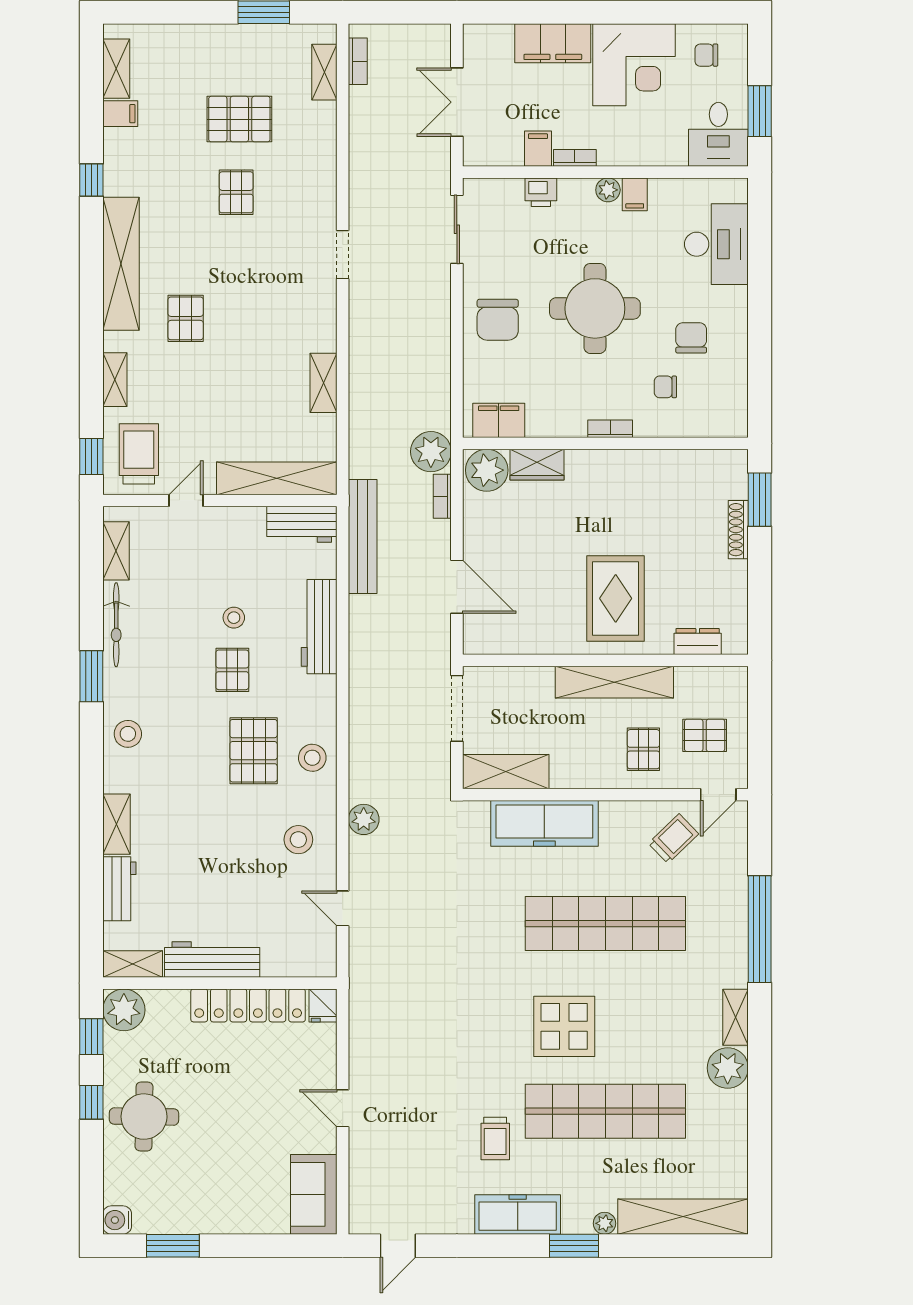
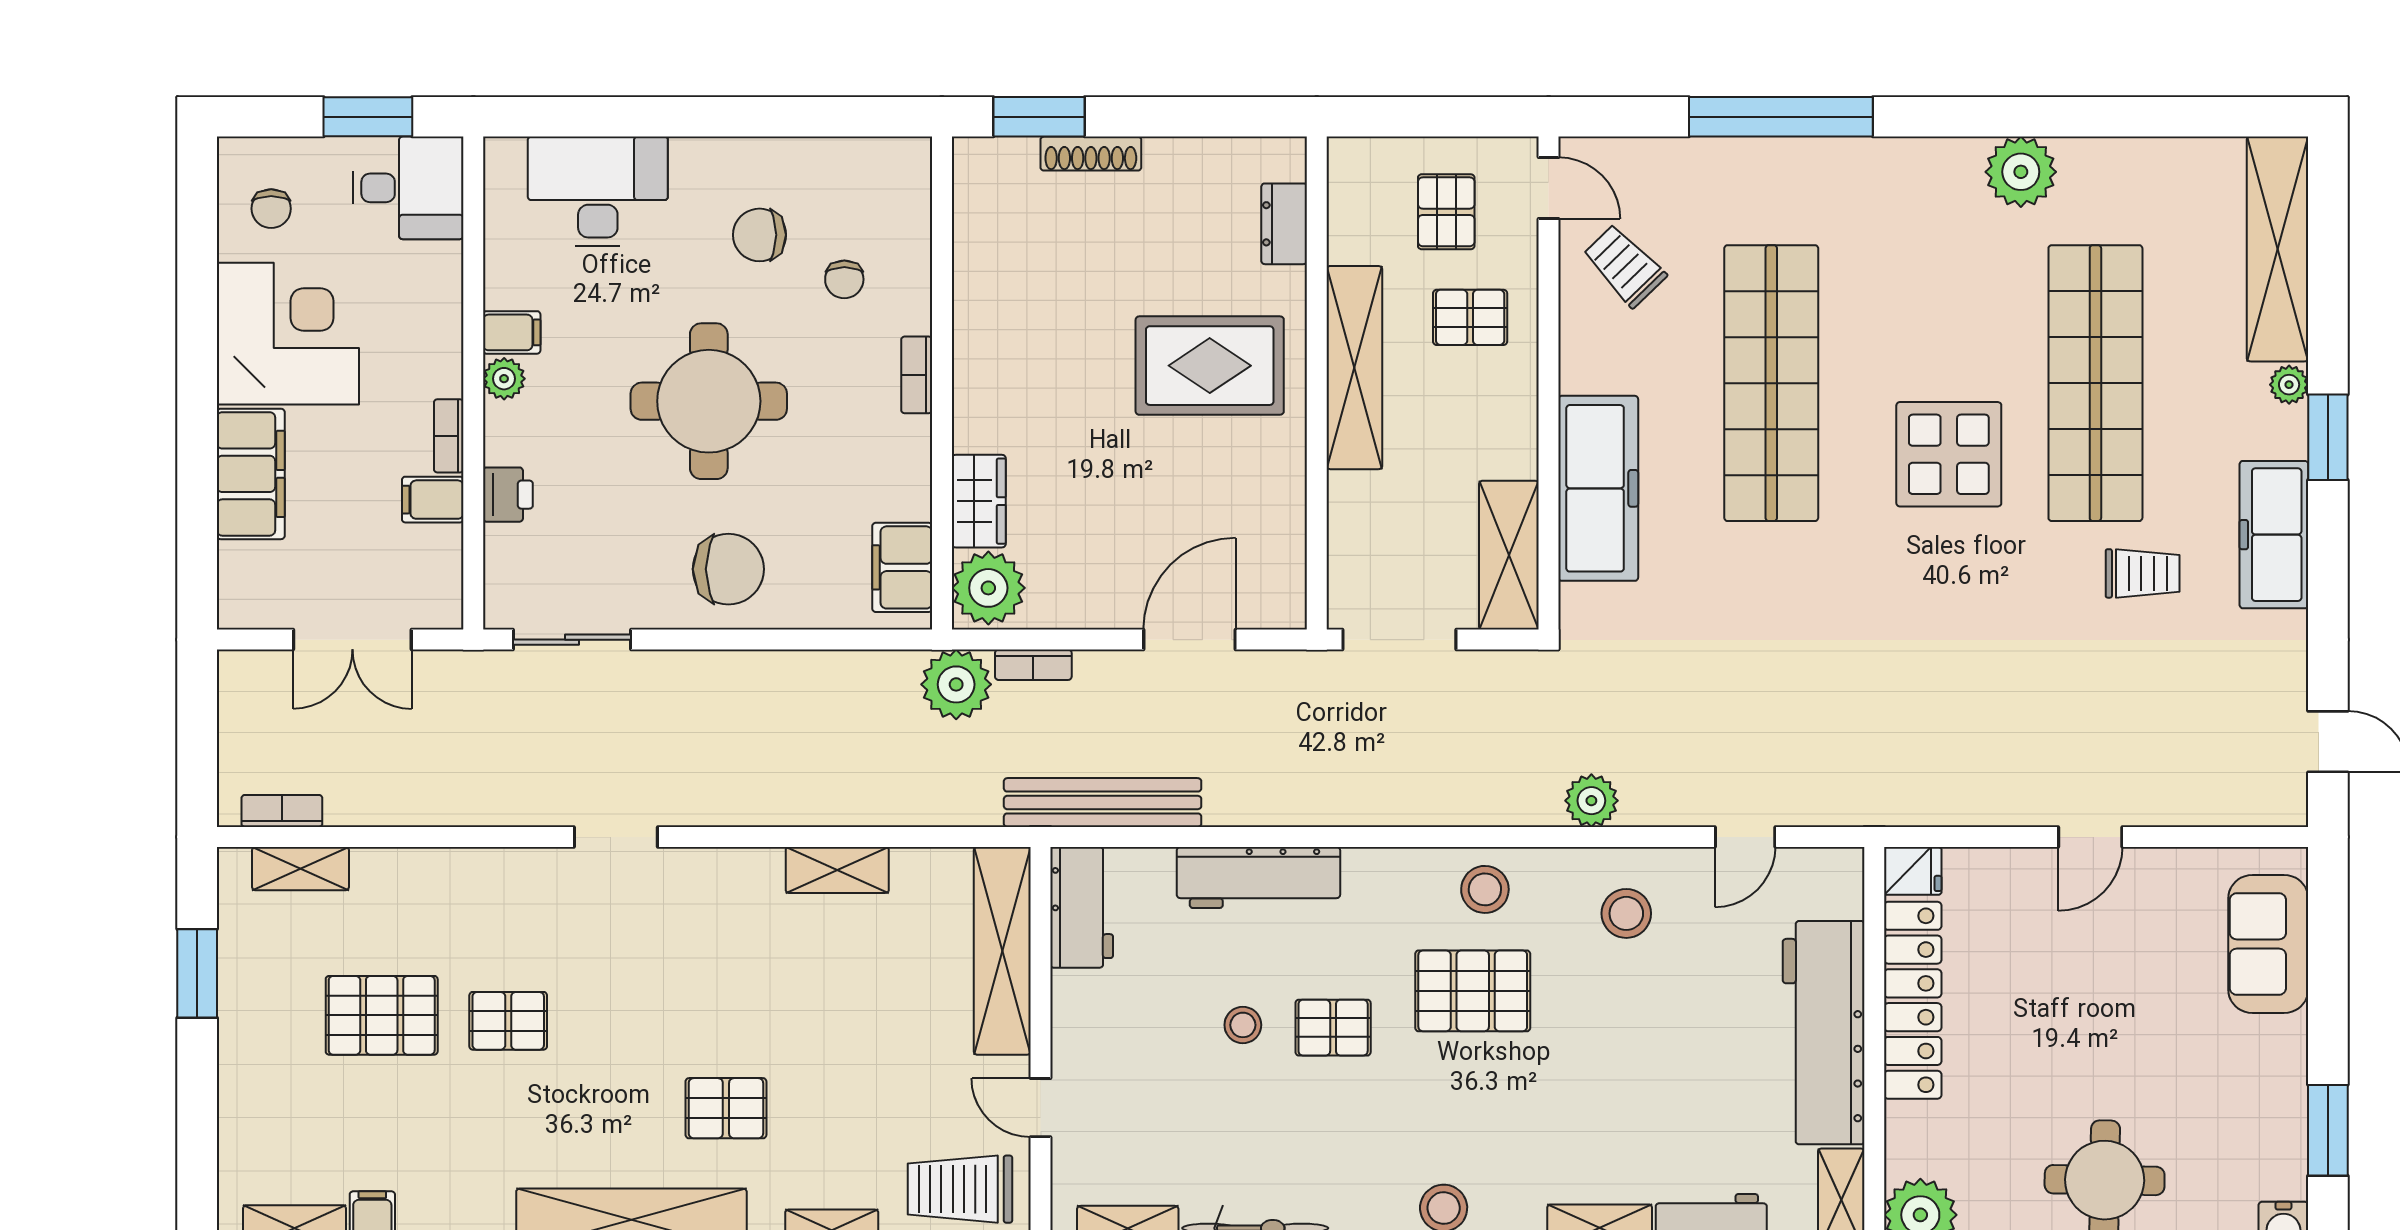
pallet: (239, 119) -> (382, 1015), turned 90
workbench: (212, 960) -> (1824, 1033), width x1.36, depth x1.32
shelving: (736, 1017) -> (1933, 158), removed
sofa: (314, 1194) -> (2268, 944), moved, turned 90

